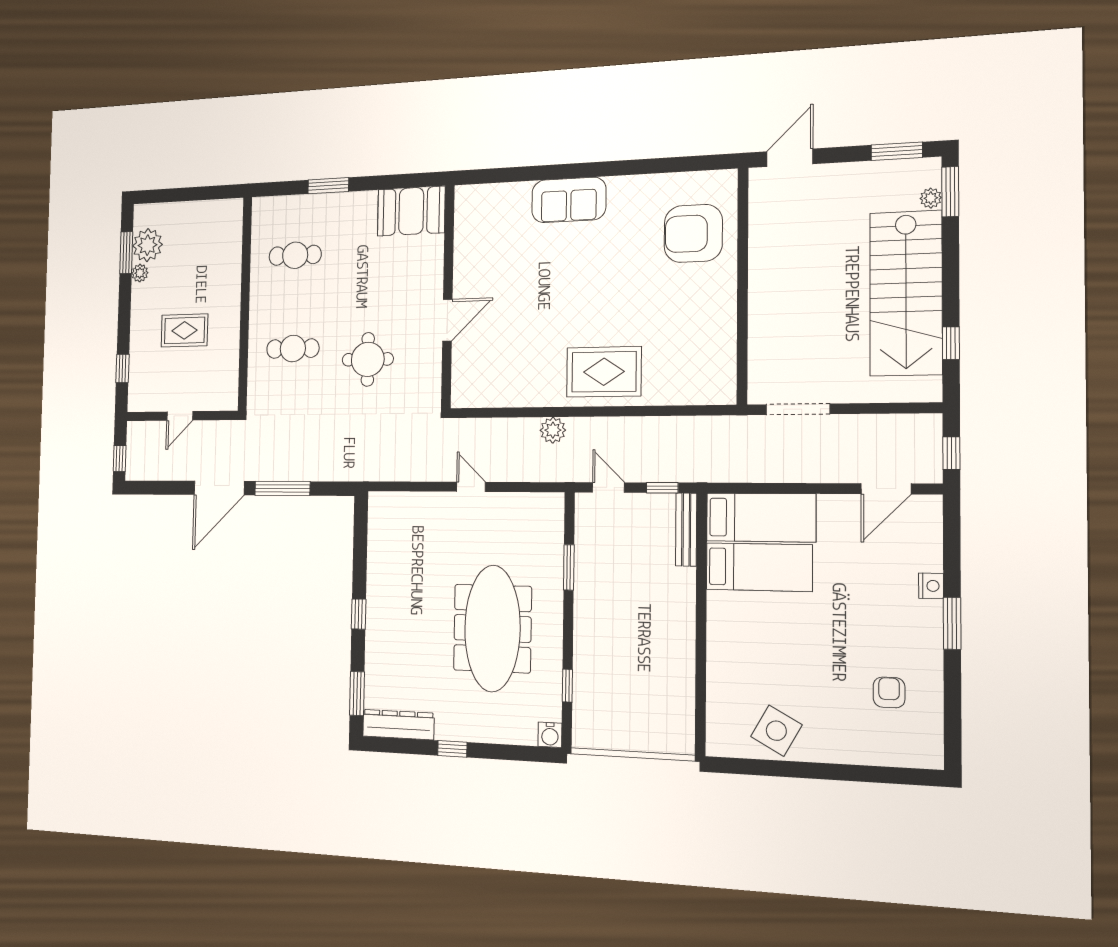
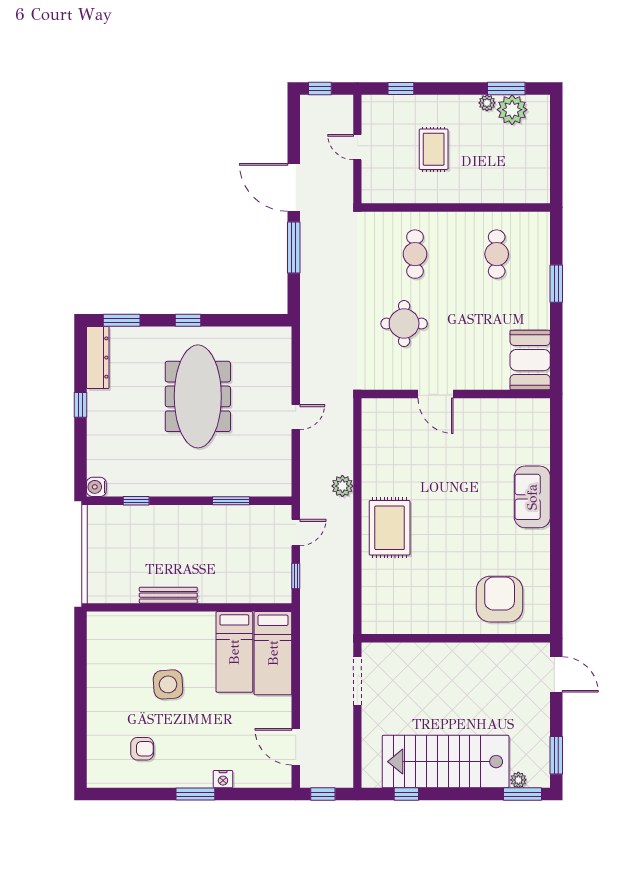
bench: (686, 530) -> (168, 595), moved
meeting table: (492, 628) -> (198, 396), moved, turned 90
side table: (776, 731) -> (168, 684), moved, turned -33

